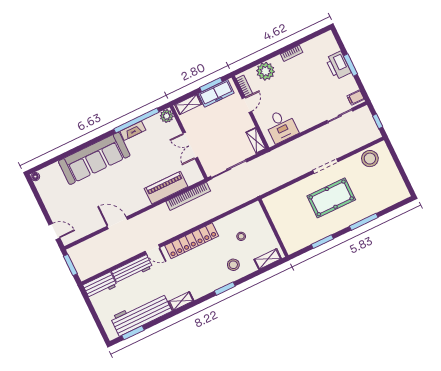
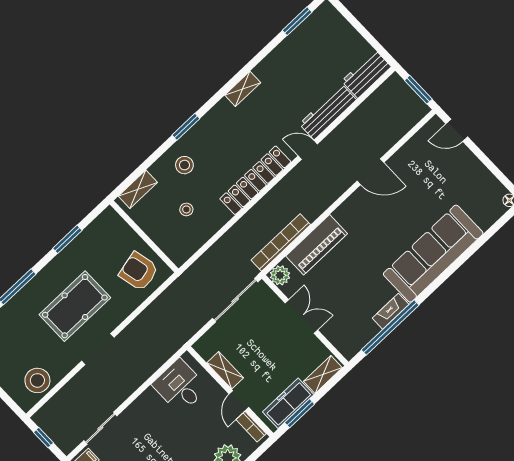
plant: (167, 116) -> (280, 275), moved
shelving: (256, 141) -> (225, 370), moved
armchair: (284, 207) -> (139, 271), added
workbench: (141, 314) -> (294, 51), removed

